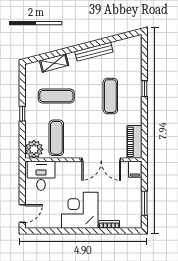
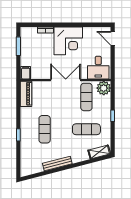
shelving: (54, 63) -> (99, 152), moved
double door: (101, 160) -> (66, 80), moved
door: (22, 214) -> (113, 38), hinge flipped

